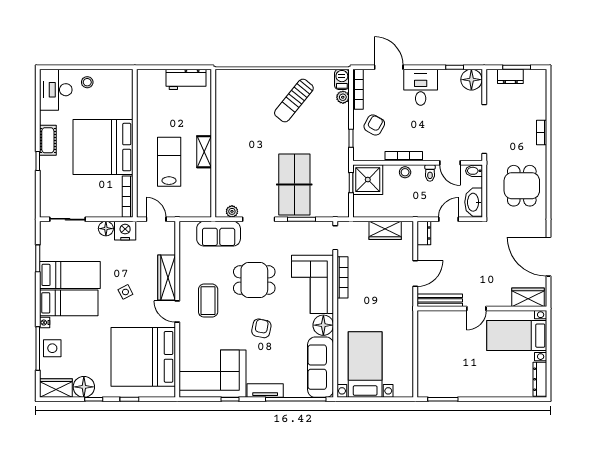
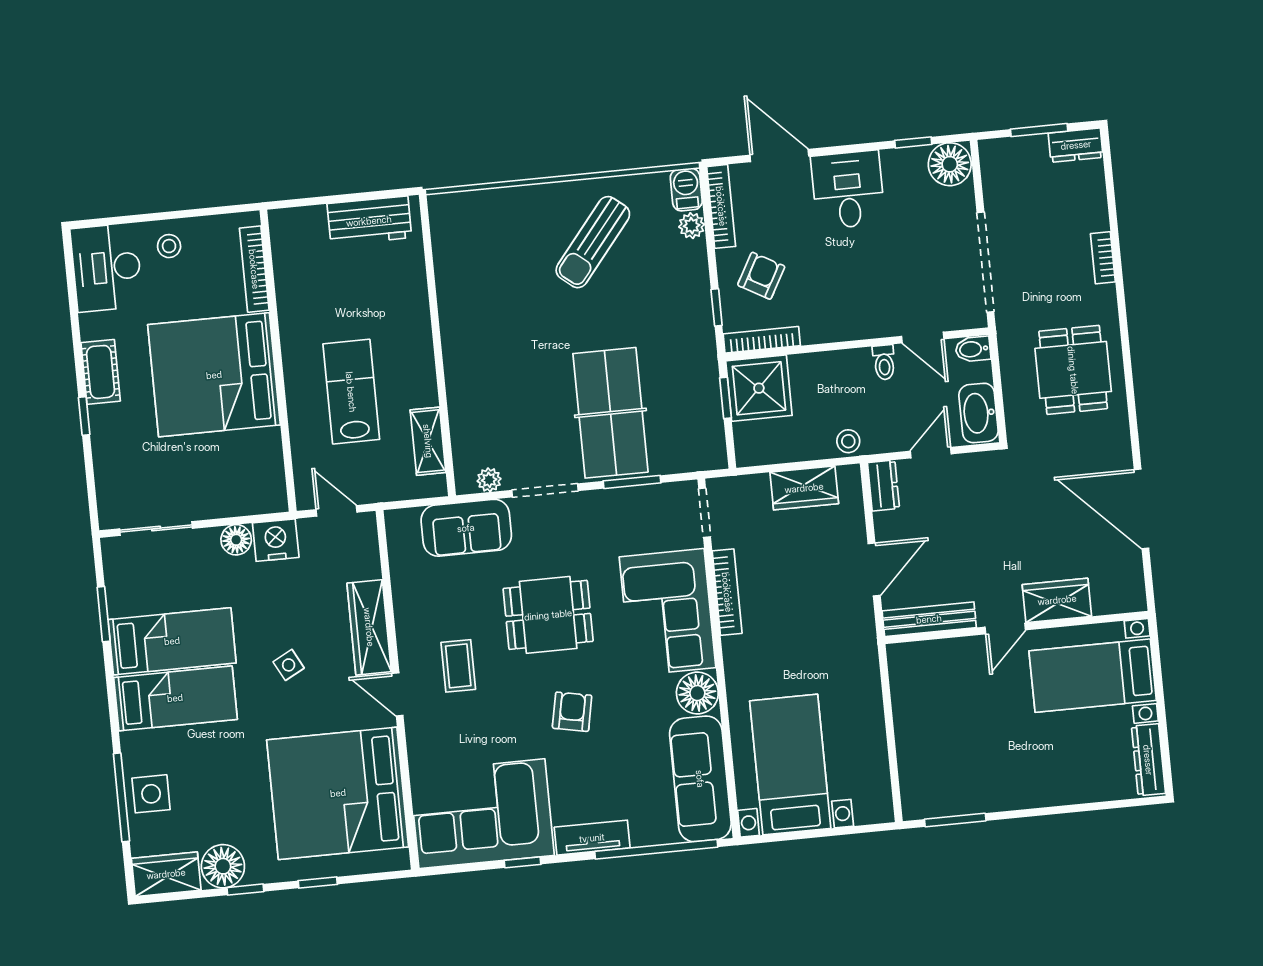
dresser: (510, 76) -> (1076, 145), moved
shelving: (204, 152) -> (428, 441), moved
bookcase: (404, 156) -> (762, 340), moved
stool: (405, 172) -> (848, 441), moved
bookcase: (128, 197) -> (254, 269), moved
wardrobe: (528, 297) -> (1057, 600), moved
coffee table: (208, 301) -> (458, 666), width x0.73, depth x0.77
nightstand: (45, 323) -> (130, 743), removed

